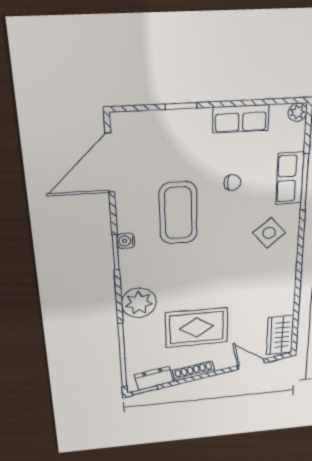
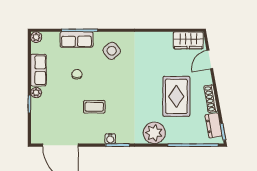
plant: (202, 117) -> (36, 93), added
coffee table: (178, 213) -> (94, 107), width x0.54, depth x0.58

